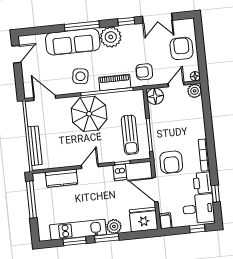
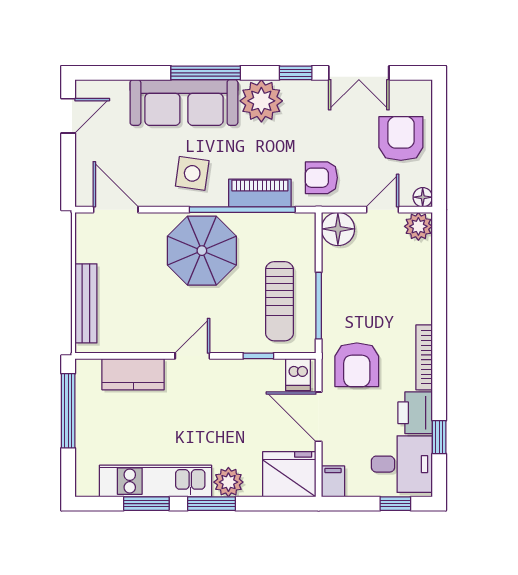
dishwasher: (120, 172) -> (298, 375), moved

